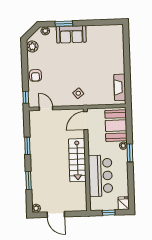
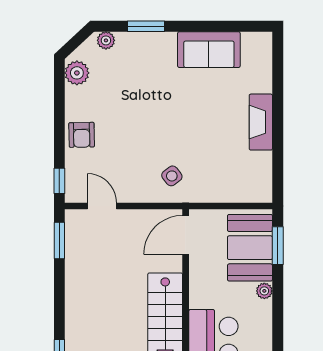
sofa: (71, 34) -> (209, 50), moved
fireplace: (120, 87) -> (261, 122), moved
window: (27, 146) -> (59, 240), moved
window: (130, 153) -> (278, 246), moved

